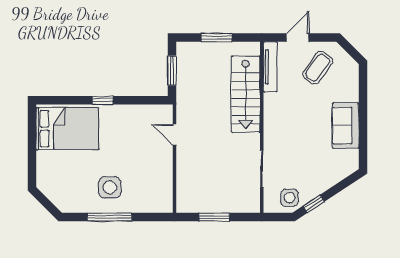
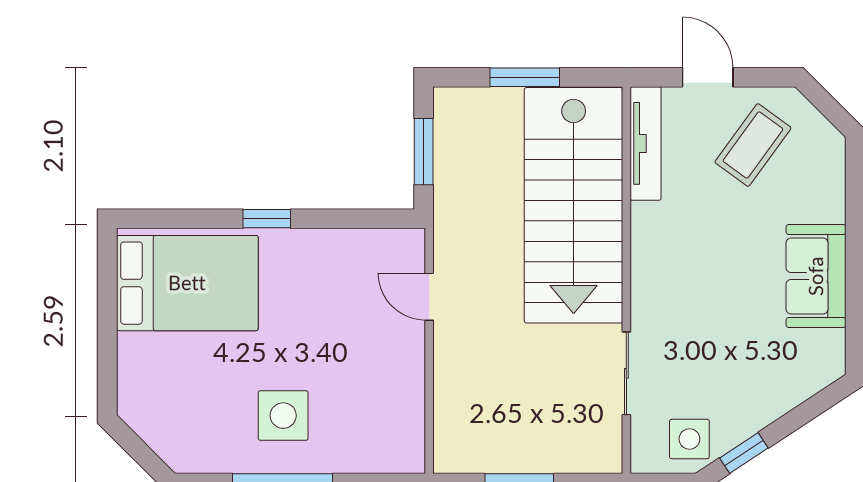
door: (298, 38) -> (708, 77), hinge flipped
stairs: (246, 94) -> (574, 205), width x1.36, depth x1.51

